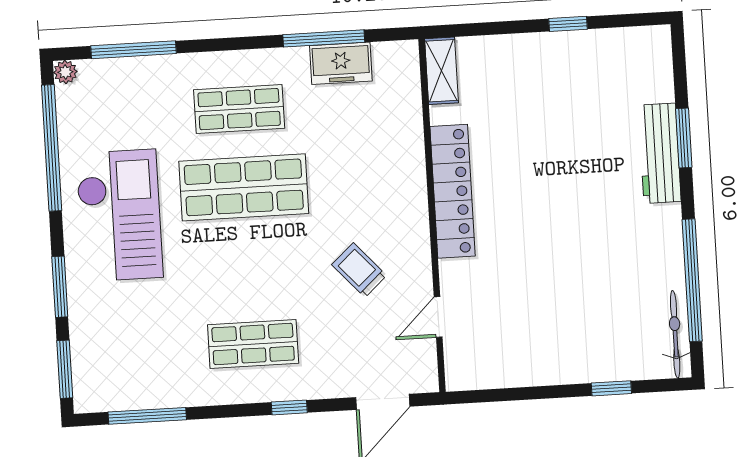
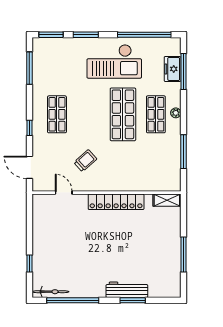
window: (568, 24) -> (183, 254), width x2.17
freezer: (341, 63) -> (173, 69), moved
plant: (65, 72) -> (176, 113), moved

